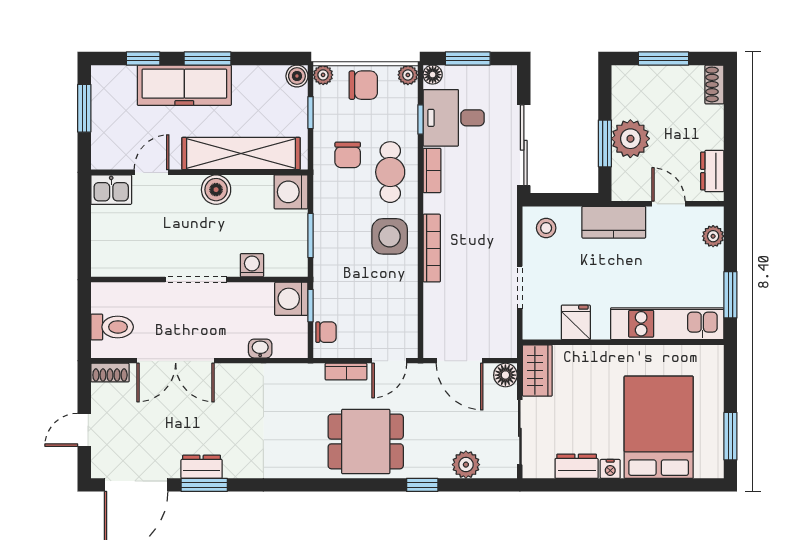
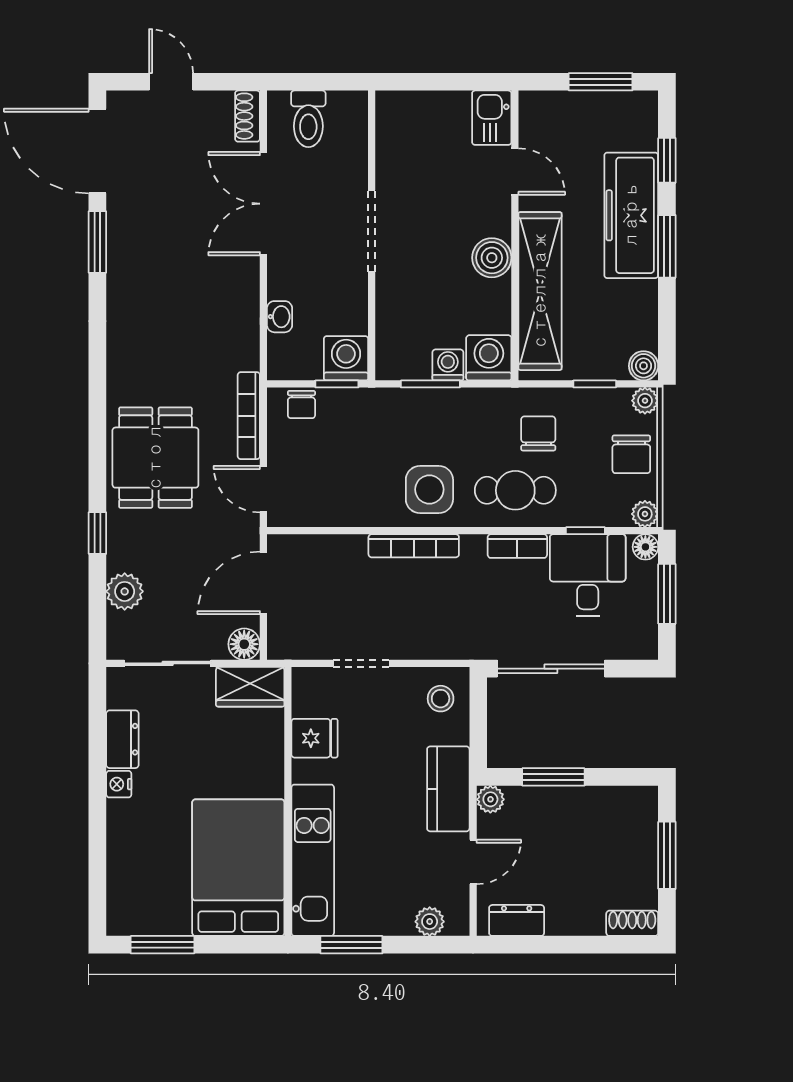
plant: (630, 139) -> (490, 799), moved, width x0.53, depth x0.53
chair: (348, 155) -> (538, 433), turned 90
washing machine: (252, 265) -> (448, 365), moved, turned -90
bookcase: (346, 372) -> (249, 416), width x1.56
bed: (659, 427) -> (238, 868), moved, turned -90
dresser: (202, 467) -> (122, 238), removed

